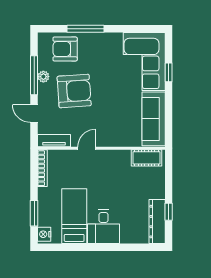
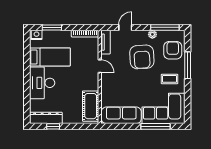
coffee table: (104, 53) -> (169, 79), added
window: (169, 72) -> (156, 126), width x2.17
window: (34, 75) -> (165, 27), moved
cot: (147, 158) -> (91, 106), width x1.37, depth x1.34
desk: (104, 227) -> (42, 83), width x1.37

